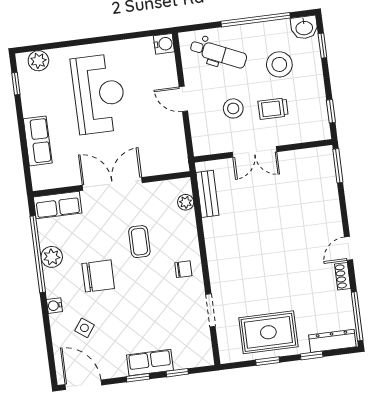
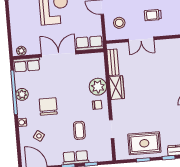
stool: (233, 108) -> (119, 23), moved
row of seats: (38, 141) -> (89, 43), moved, turned -90
plant: (47, 181) -> (21, 51), added
plant: (186, 202) -> (98, 87), moved, width x1.87, depth x1.87
wardrobe: (216, 238) -> (117, 88), added
coffee table: (139, 242) -> (79, 130), moved
chair: (98, 276) -> (48, 107), turned -90

